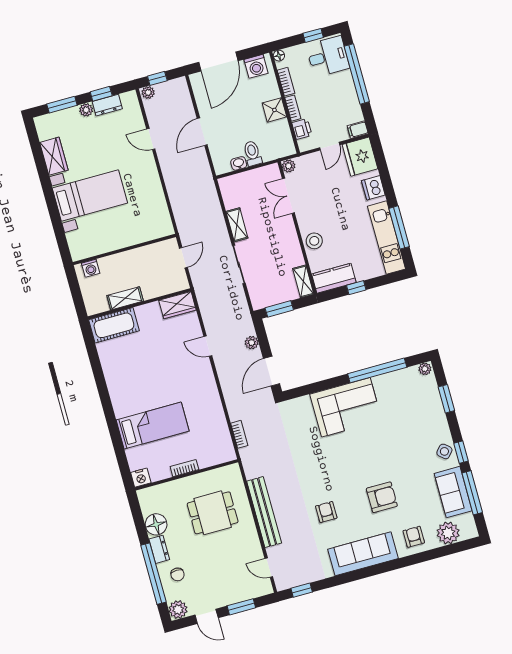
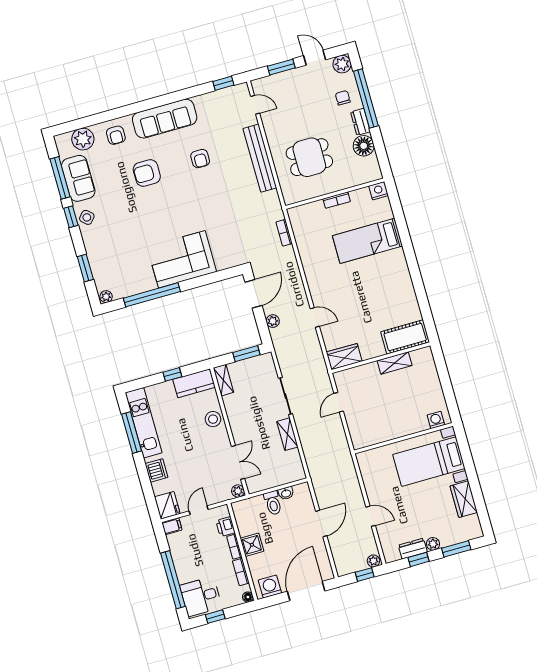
fridge: (360, 157) -> (167, 505), width x0.73, depth x0.75
wall: (124, 250) -> (403, 438), moved
washing machine: (91, 268) -> (436, 420), moved

